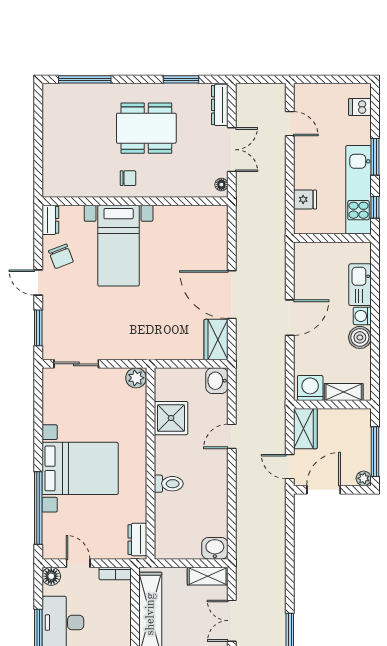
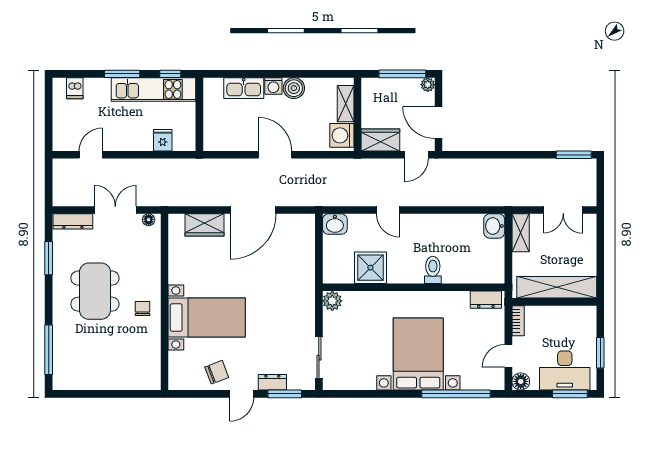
dresser: (50, 220) -> (272, 382), moved
wardrobe: (216, 340) -> (205, 225), moved

